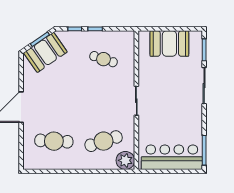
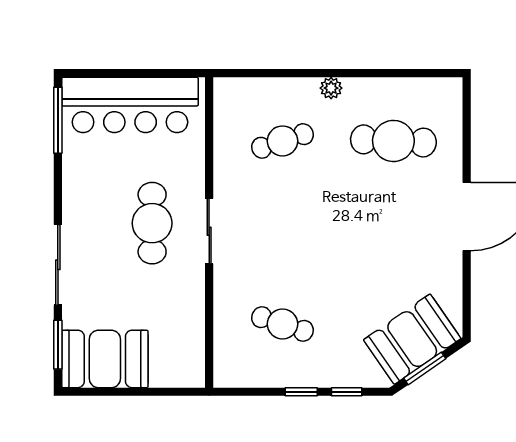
booth: (169, 44) -> (105, 359), moved
cafe table: (162, 104) -> (152, 223), added
cafe table: (104, 141) -> (282, 141), width x0.73, depth x0.74
plant: (125, 160) -> (331, 88), moved, width x0.53, depth x0.53

